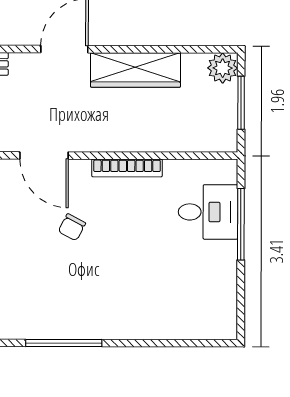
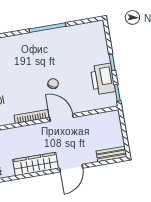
door: (44, 155) -> (61, 117), moved

